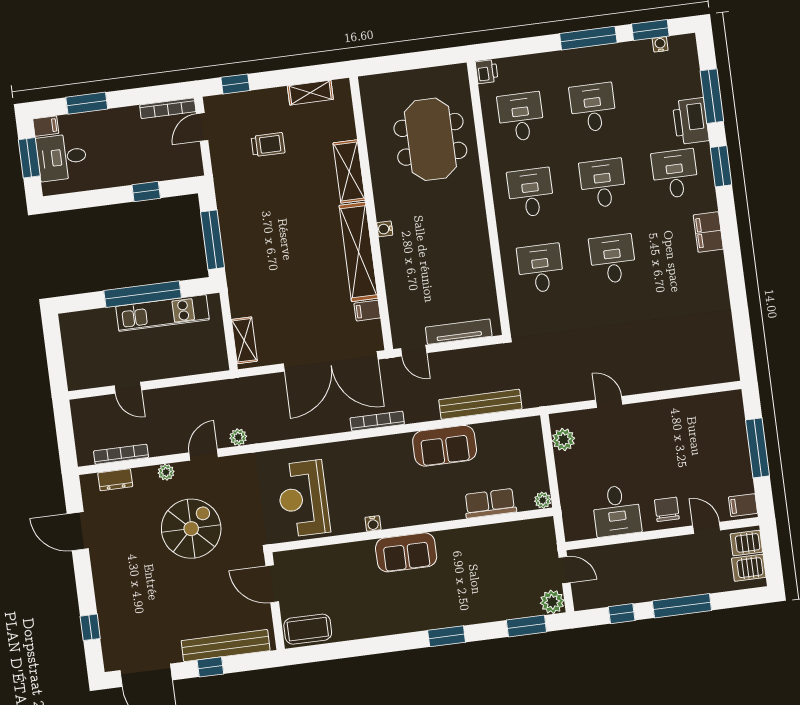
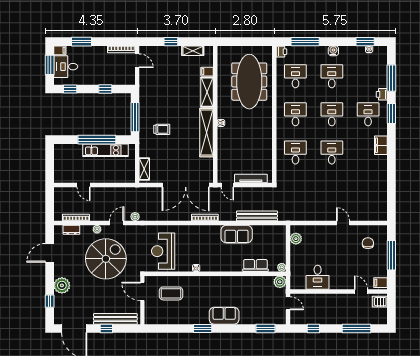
window: (588, 38) -> (305, 42), moved
water cooler: (590, 57) -> (333, 51), added
window: (235, 84) -> (171, 42), moved
printer: (691, 121) -> (382, 94), width x0.53, depth x0.68
door: (202, 127) -> (137, 61), swing flipped
meeting table: (430, 139) -> (249, 82), width x1.36
trolley: (268, 145) -> (162, 129), moved
window: (76, 200) -> (70, 89), added
filing cabinet: (367, 311) -> (207, 72), moved
door: (609, 402) -> (343, 223), moved
chair: (667, 509) -> (368, 243), moved
spiral stairs: (191, 529) -> (106, 259), width x1.37, depth x1.37
door: (78, 531) -> (50, 253), hinge flipped
sofa: (406, 552) -> (224, 316), moved, turned 180
server rack: (749, 568) -> (379, 314), removed
plant: (111, 593) -> (62, 285), added
plant: (552, 602) -> (280, 282), moved
window: (682, 606) -> (357, 329), moved
coffee table: (308, 629) -> (171, 293), moved
window: (447, 636) -> (203, 329), moved

